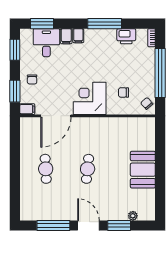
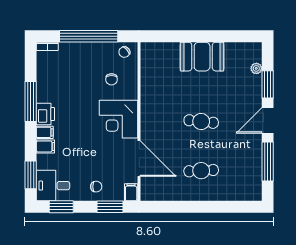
printer: (126, 36) -> (45, 114), moved
desk: (46, 43) -> (53, 186), moved

